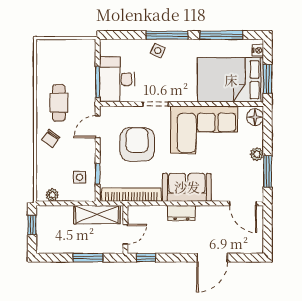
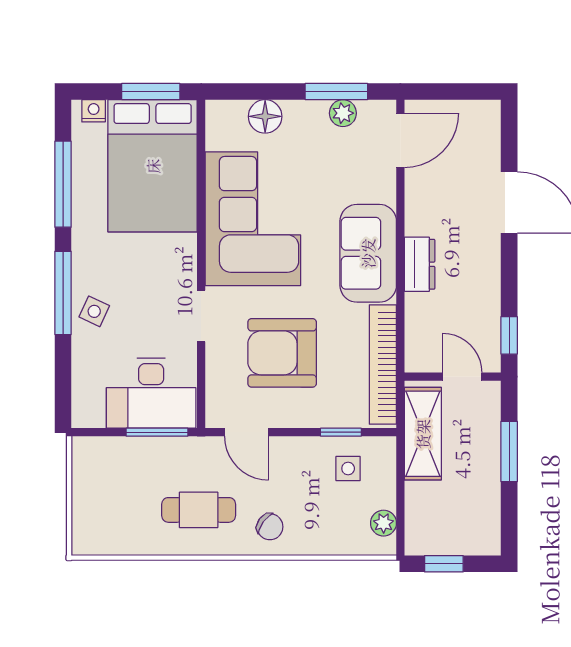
floor lamp: (255, 117) -> (265, 116), moved
plant: (257, 154) -> (343, 113), moved

